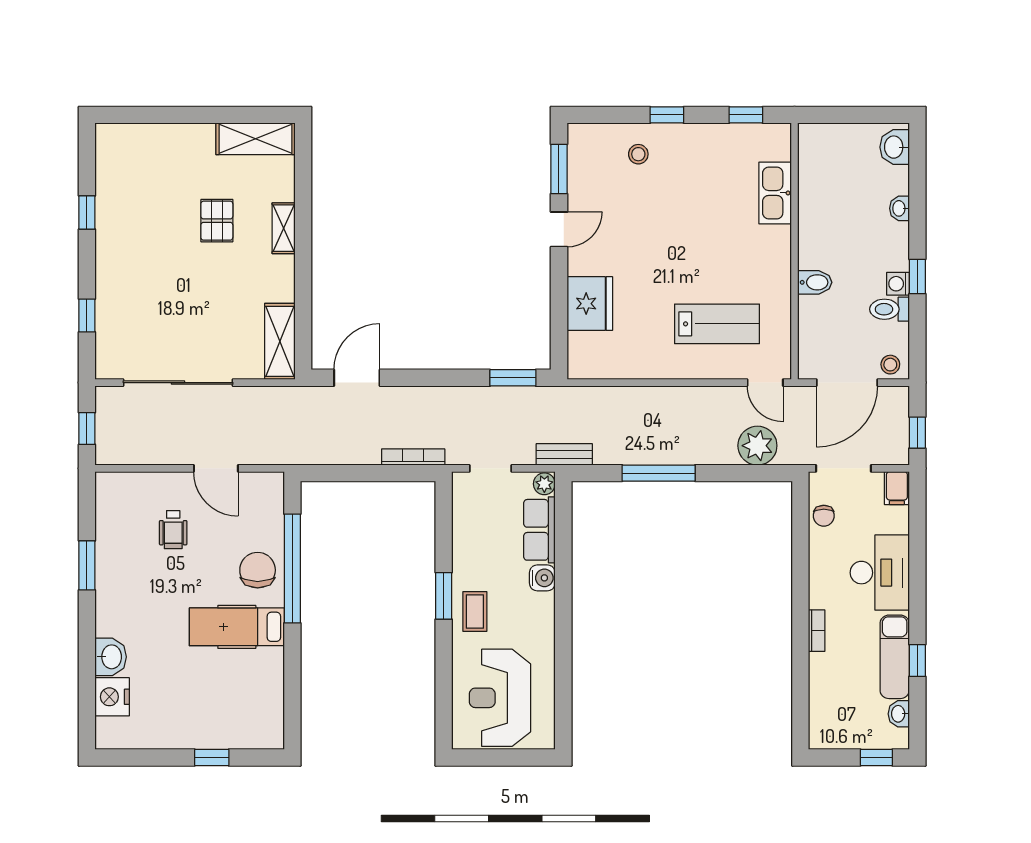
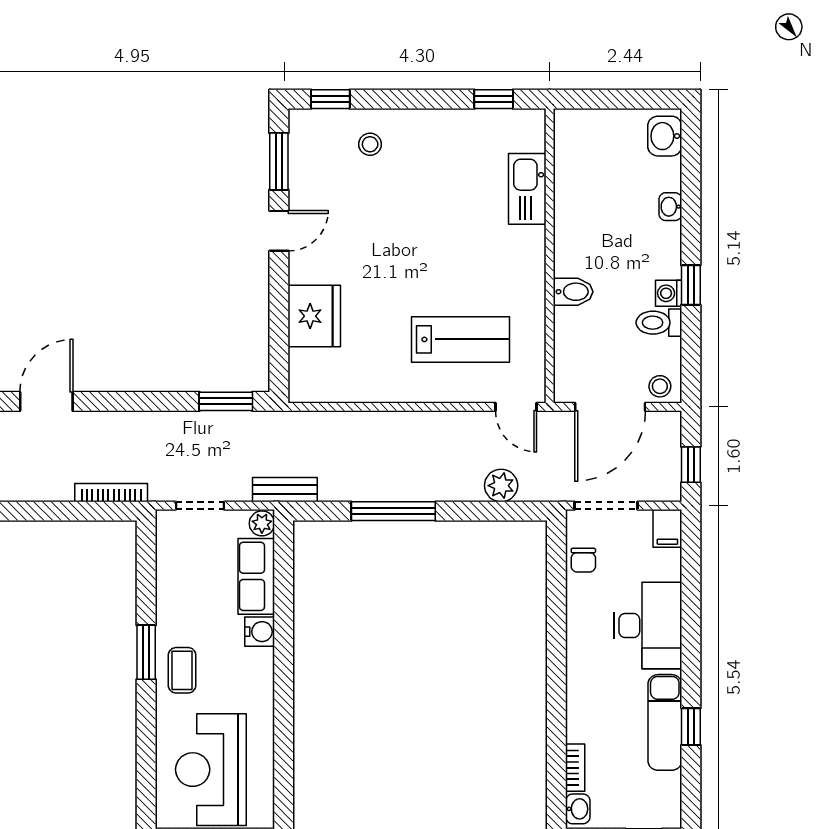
window: (667, 115) -> (330, 99), moved
plant: (757, 446) -> (501, 486), width x0.73, depth x0.73
bookcase: (817, 631) -> (575, 768), moved
washbasin: (899, 714) -> (578, 809), moved, turned 180

